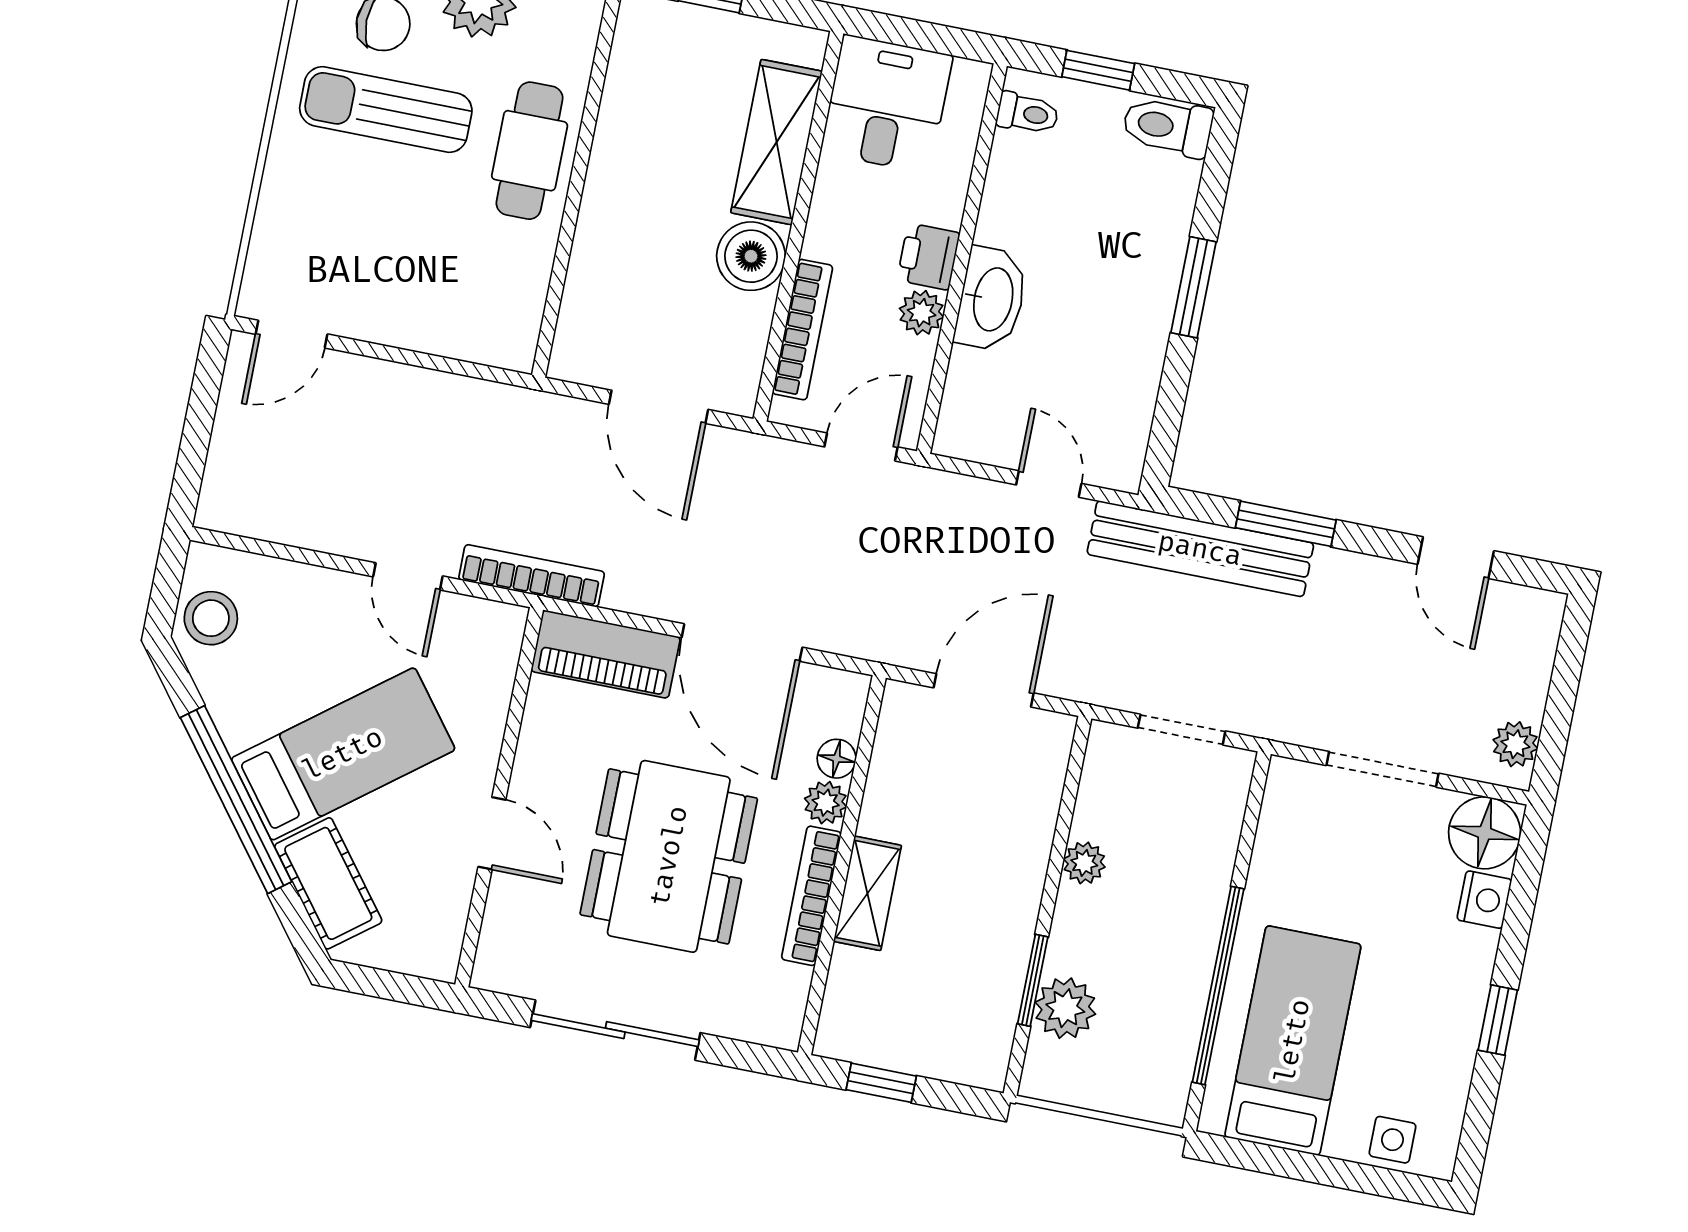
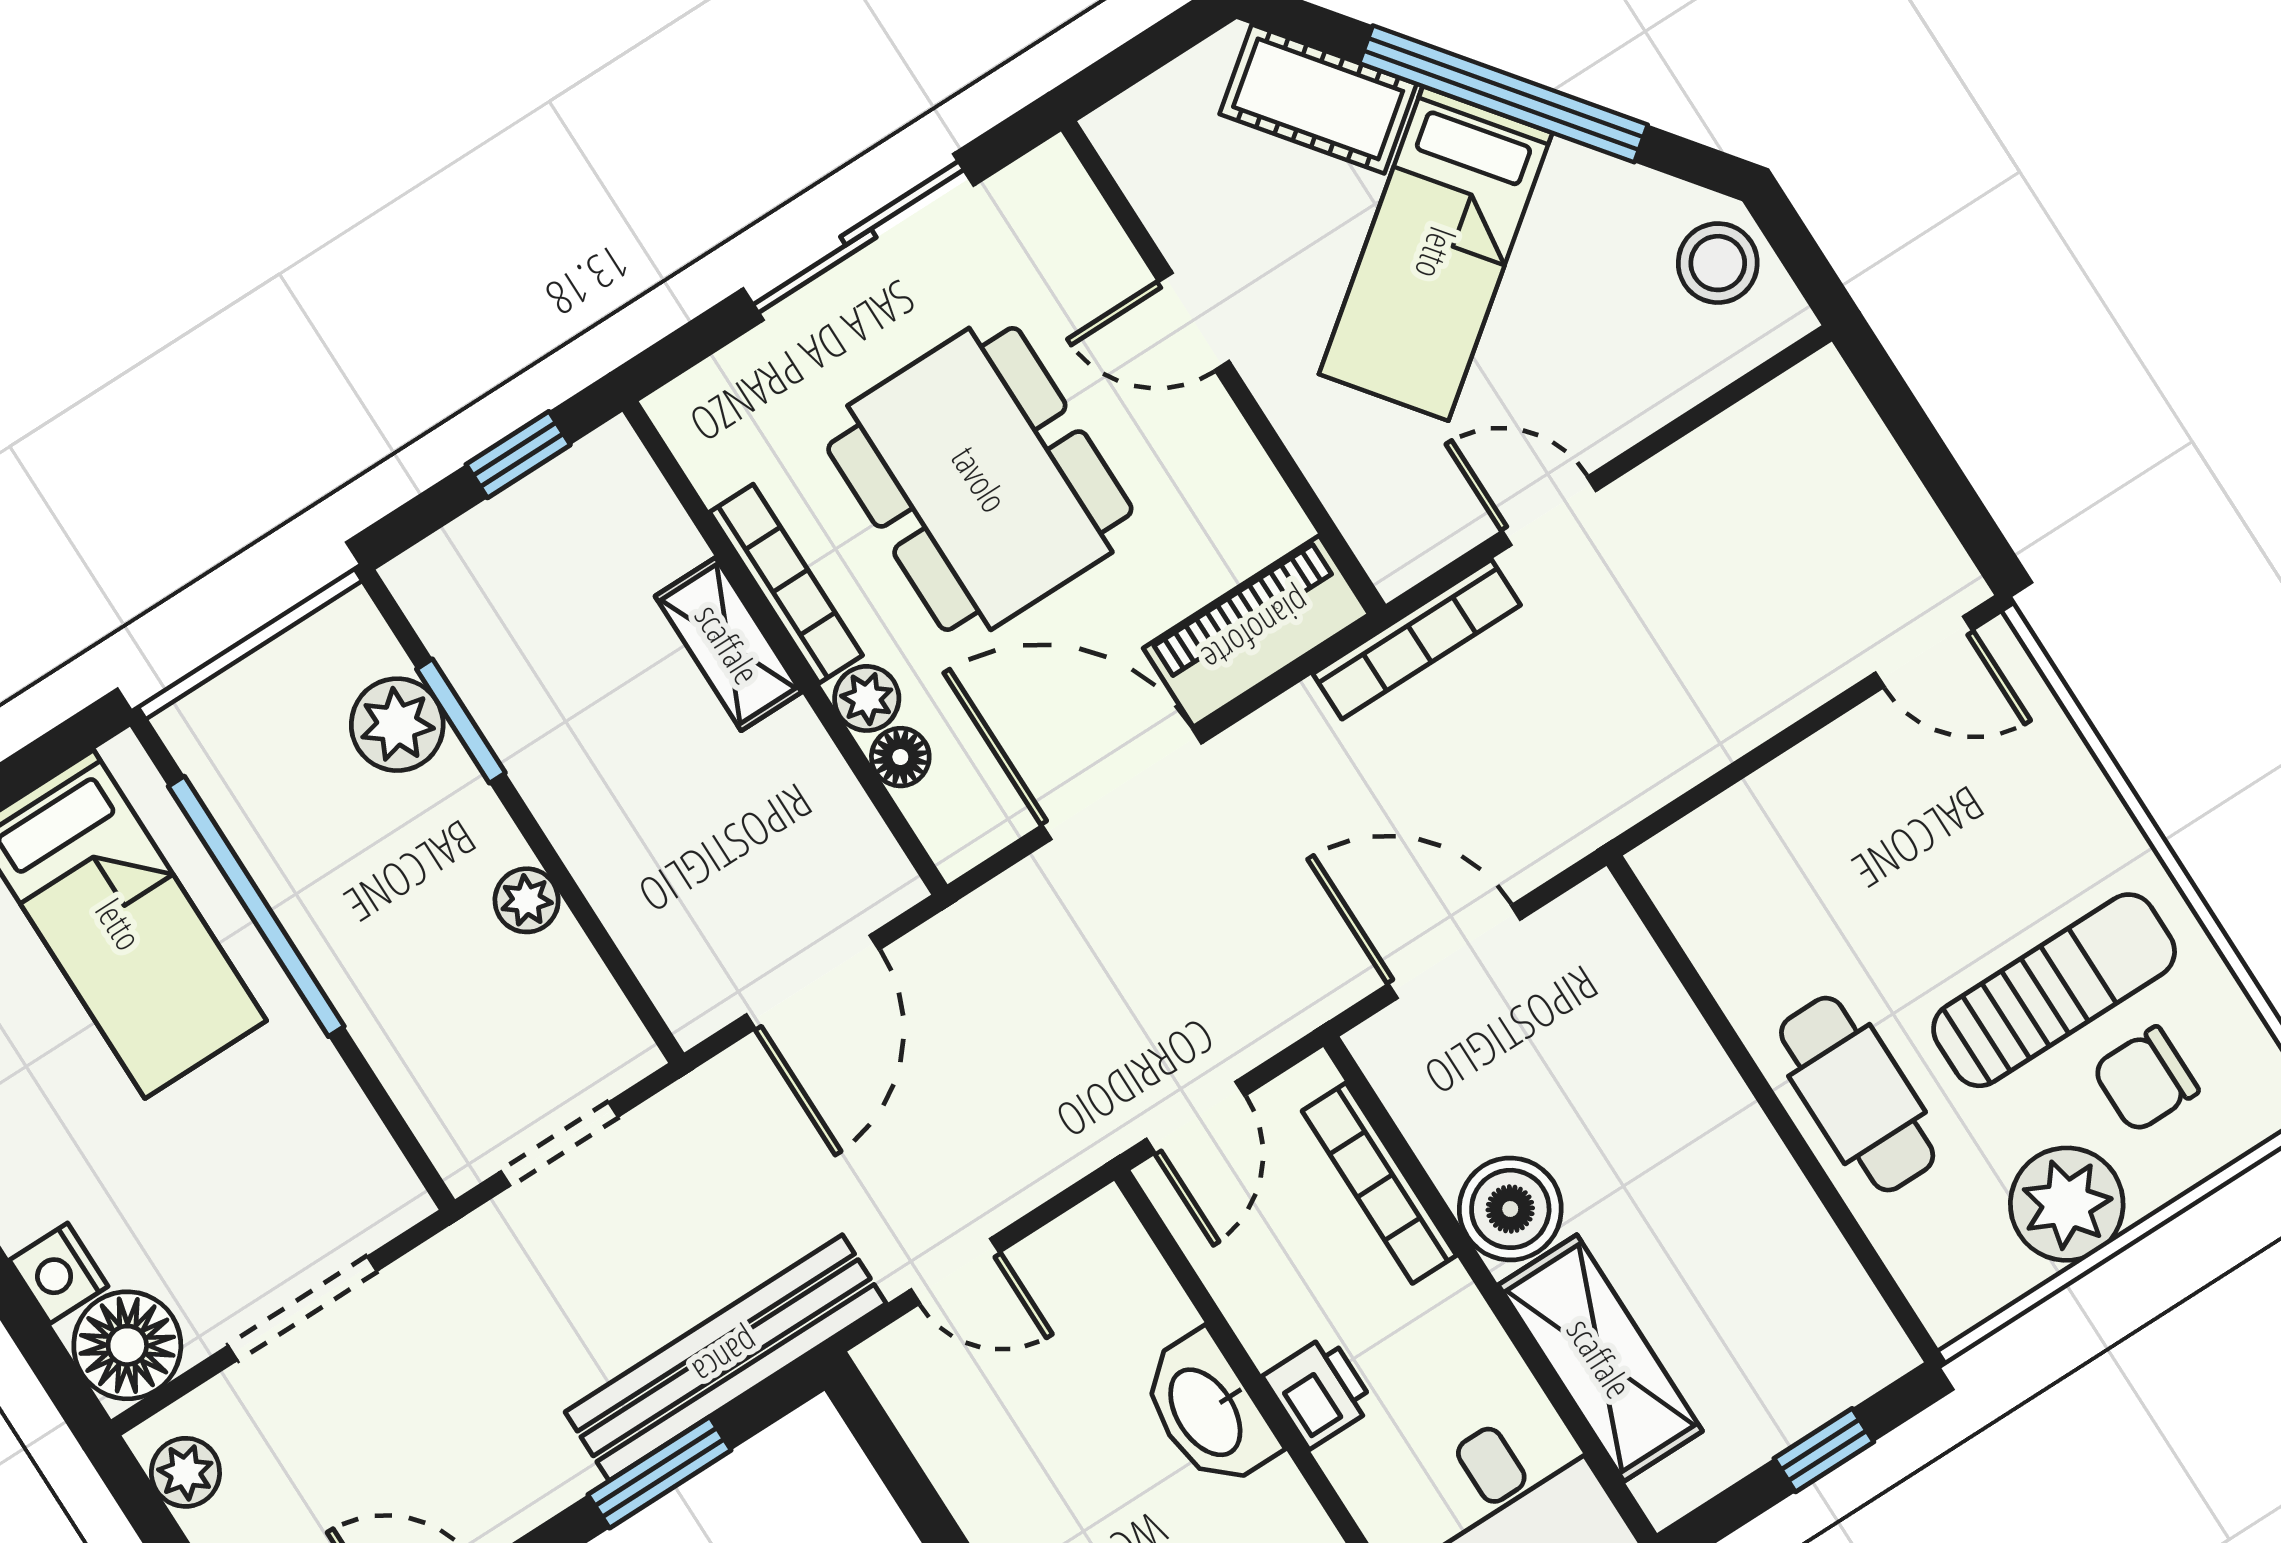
plant: (922, 313) -> (1269, 1324), removed
door: (292, 334) -> (1924, 652), swing flipped

